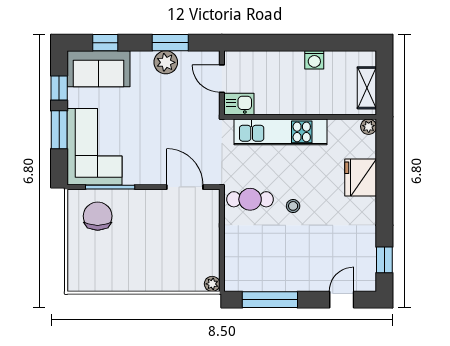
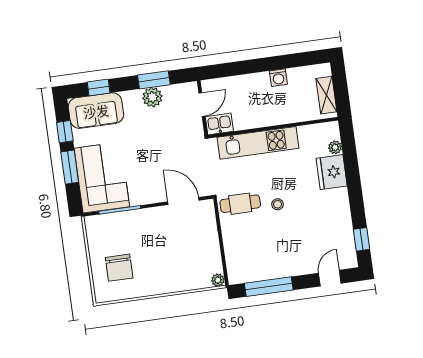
door: (222, 79) -> (202, 104), swing flipped
plant: (369, 127) -> (335, 147), moved
chair: (98, 216) -> (119, 268), moved, turned 180

